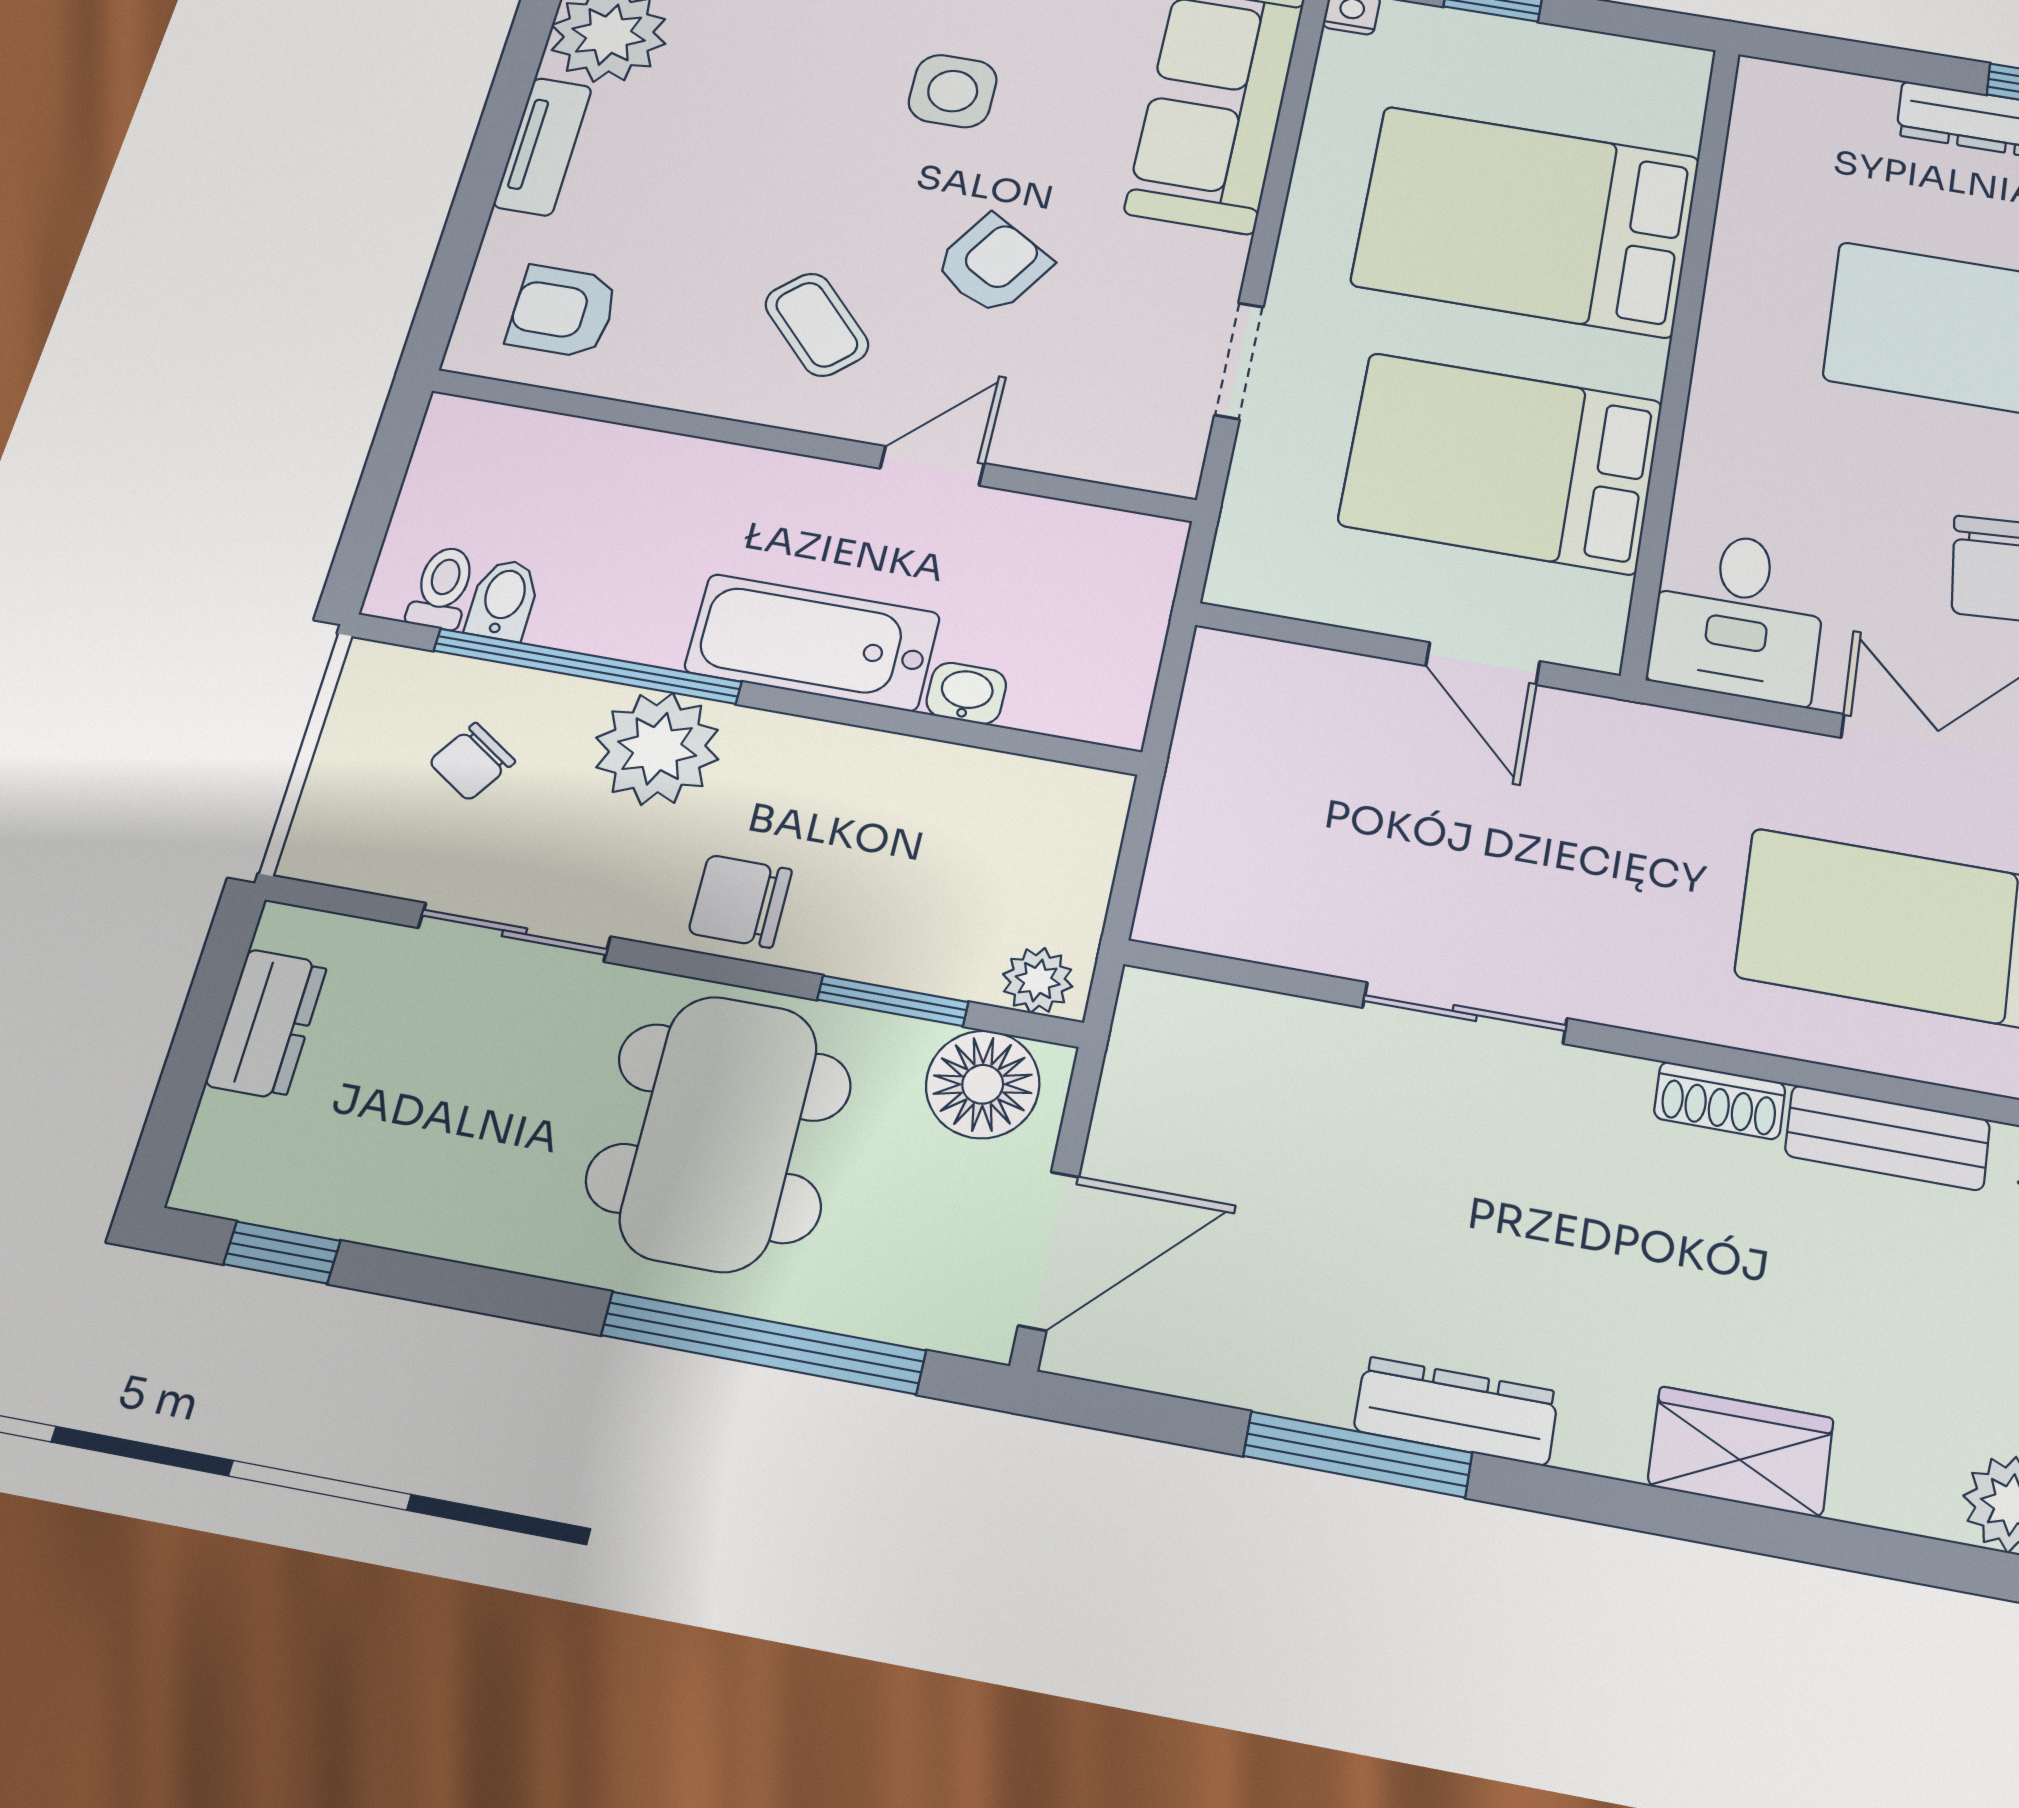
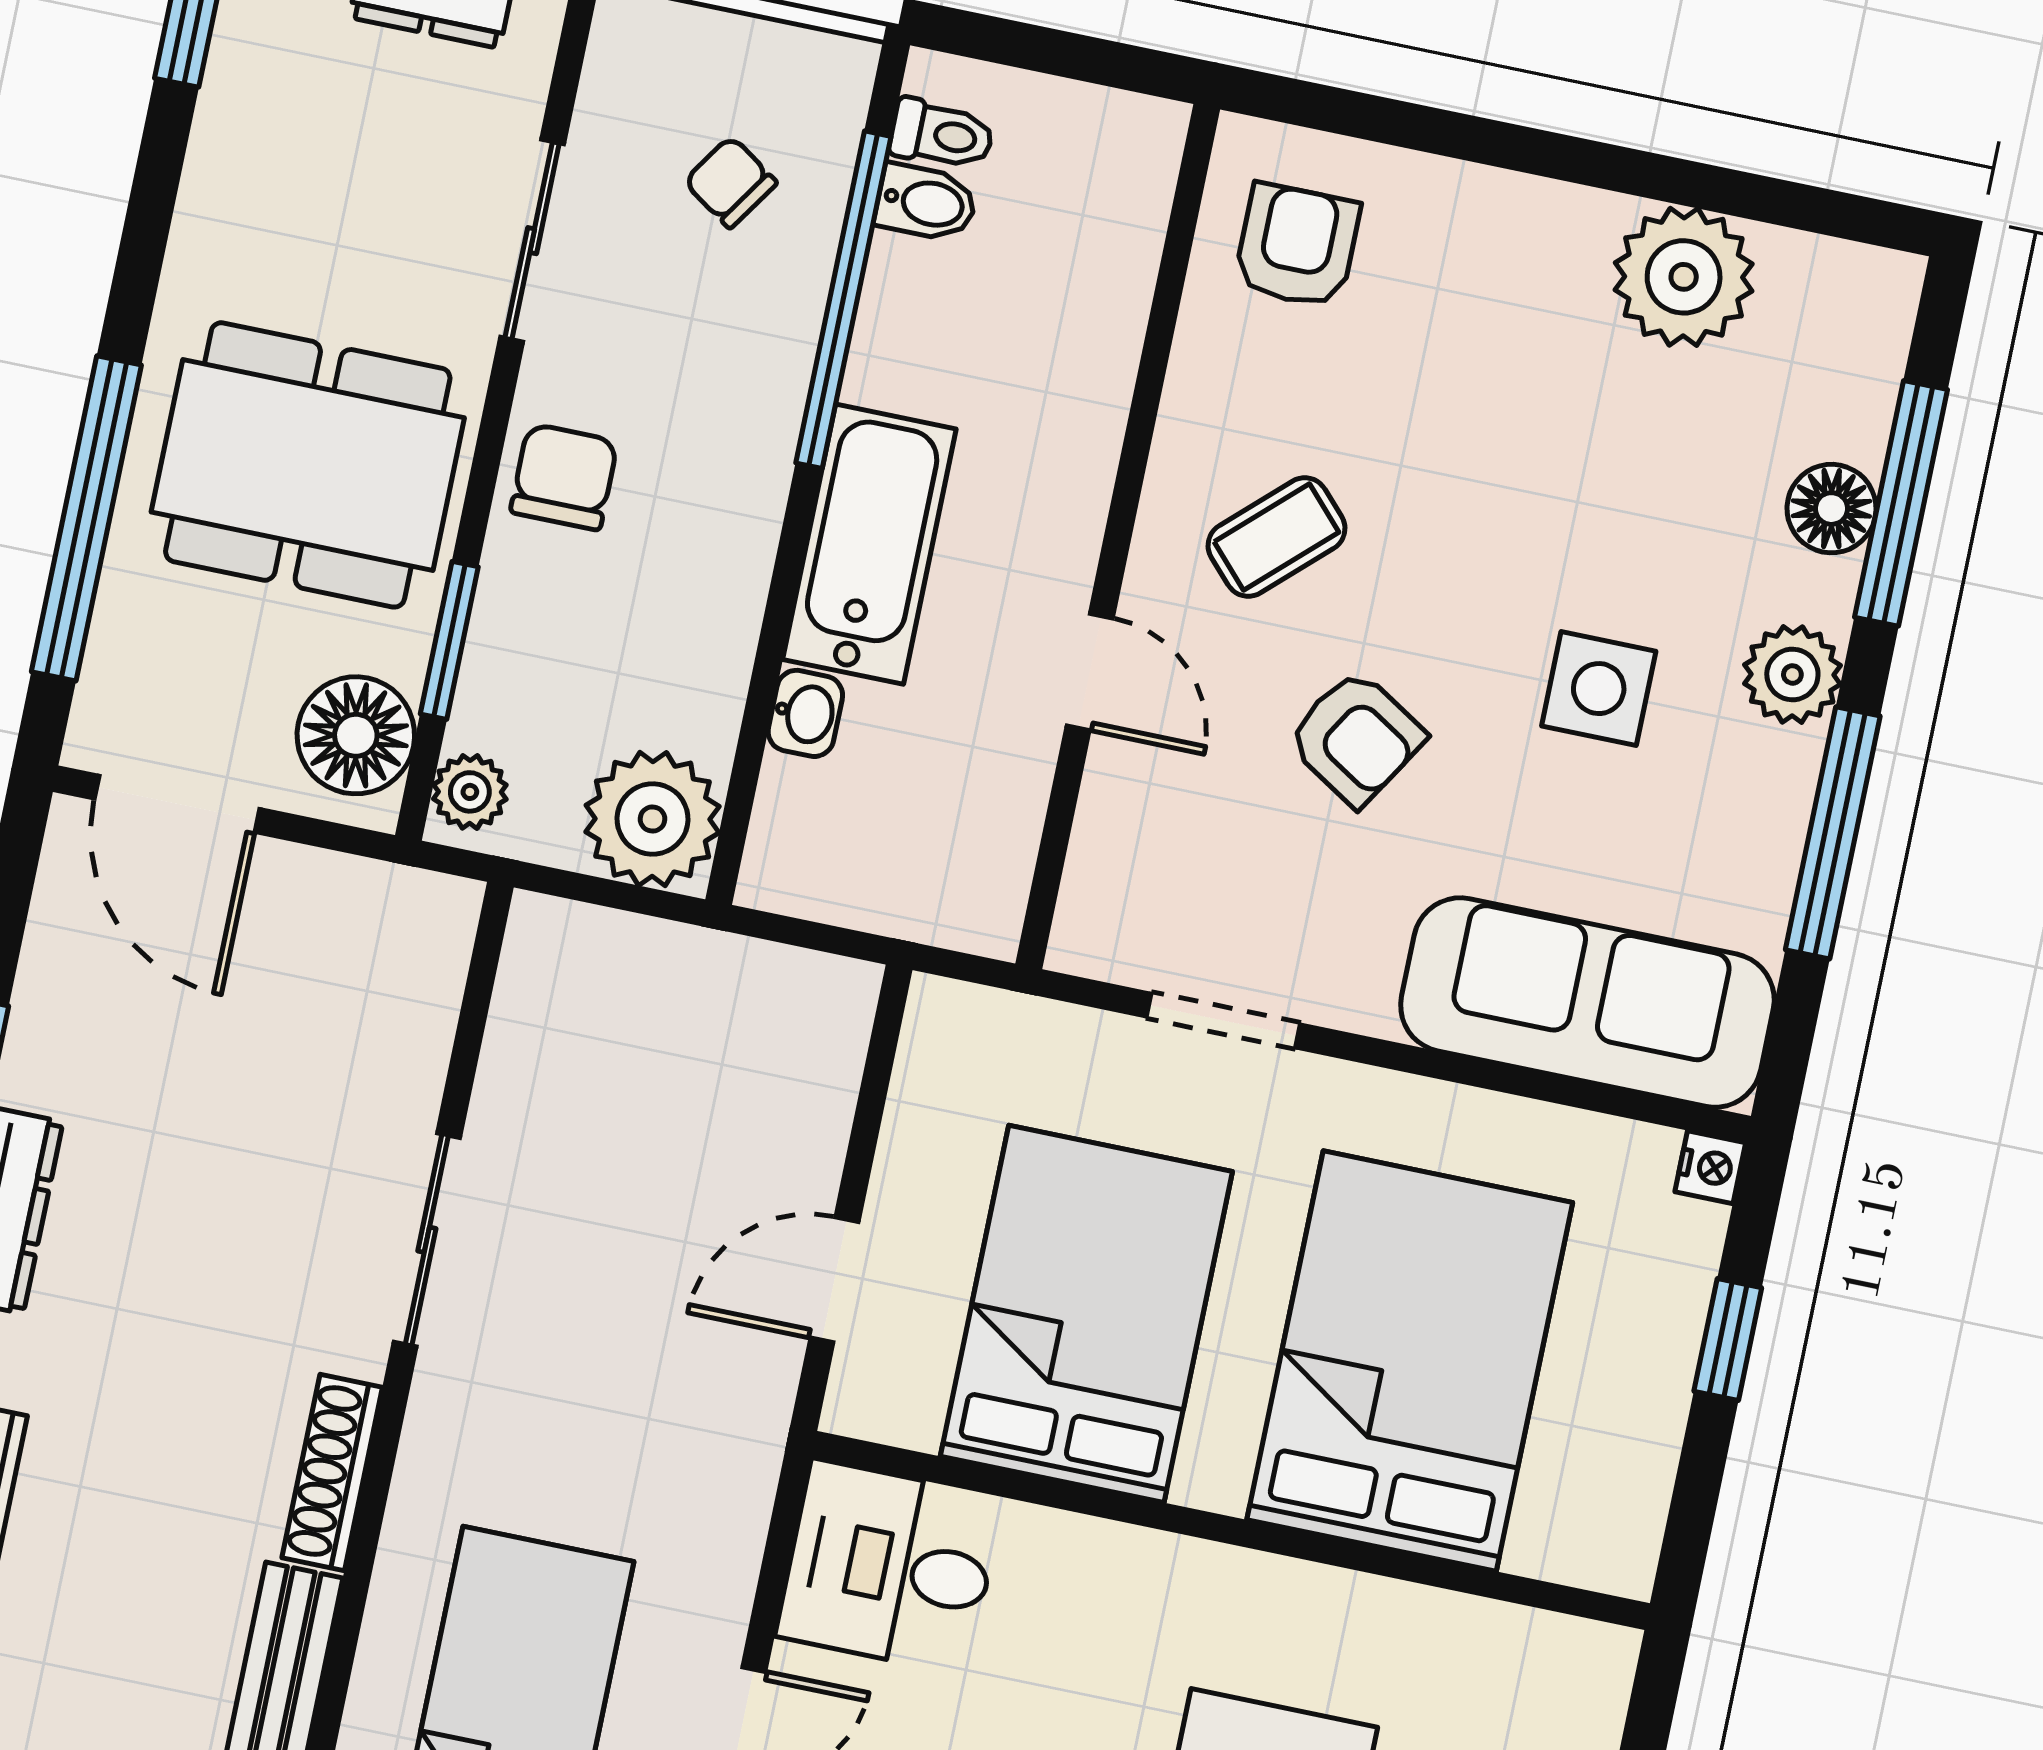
tv unit: (543, 147) -> (1524, 209), removed
plant: (657, 749) -> (653, 819), moved
shoe rack: (1720, 1100) -> (332, 1473), width x1.43

